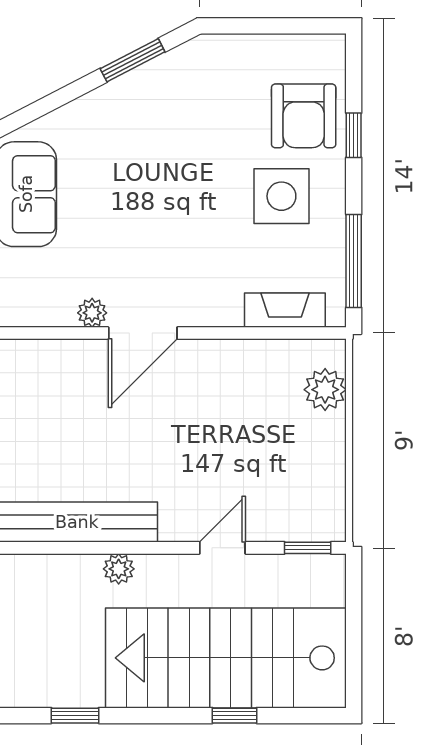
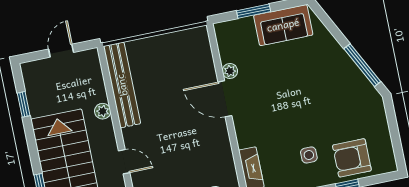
window: (133, 60) -> (362, 65), width x1.44
side table: (281, 196) -> (309, 155), width x0.54, depth x0.54

